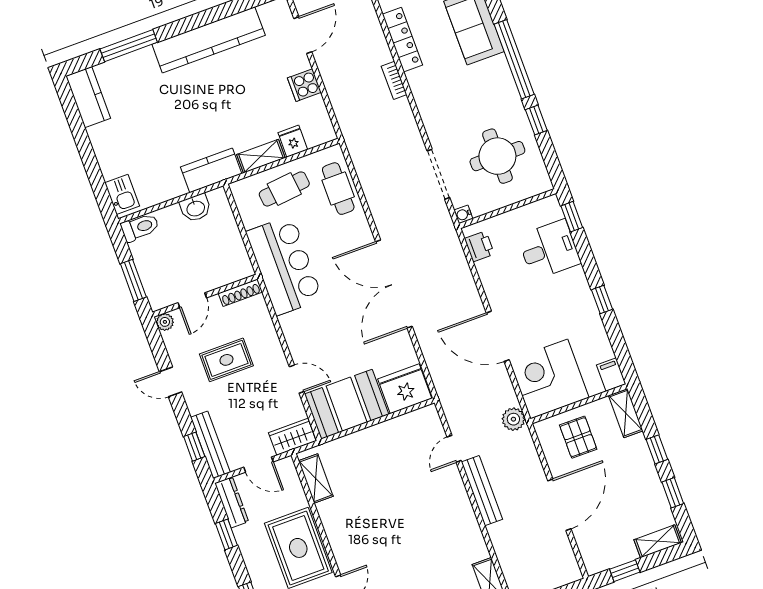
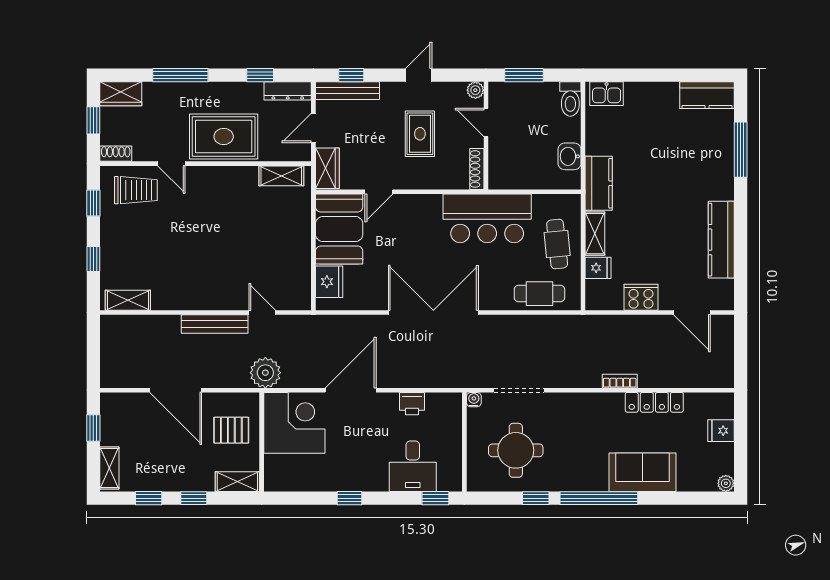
kitchen counter: (209, 40) -> (721, 240), width x0.72, depth x0.86
cooker: (304, 85) -> (641, 297), width x1.36
printer: (479, 246) -> (412, 404), moved
filing cabinet: (611, 375) -> (278, 481), removed
fridge: (405, 389) -> (329, 282), width x0.73, depth x0.75
plant: (513, 419) -> (265, 373), width x1.36, depth x1.36

